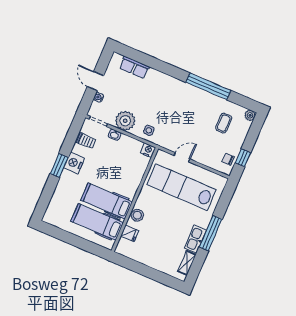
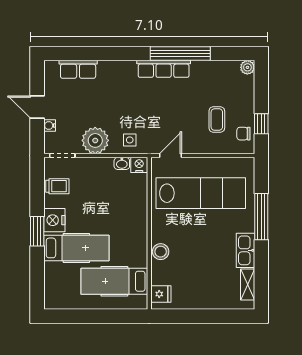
row of seats: (193, 92) -> (164, 69), added
coffee table: (224, 123) -> (217, 120), moved
washbasin: (115, 135) -> (122, 163), moved
door: (182, 157) -> (171, 156), moved
lab bench: (182, 187) -> (201, 193), turned 180
hospital bed: (107, 201) -> (76, 248), moved, turned 180
fridge: (130, 233) -> (161, 294), moved
window: (211, 233) -> (261, 217), moved

